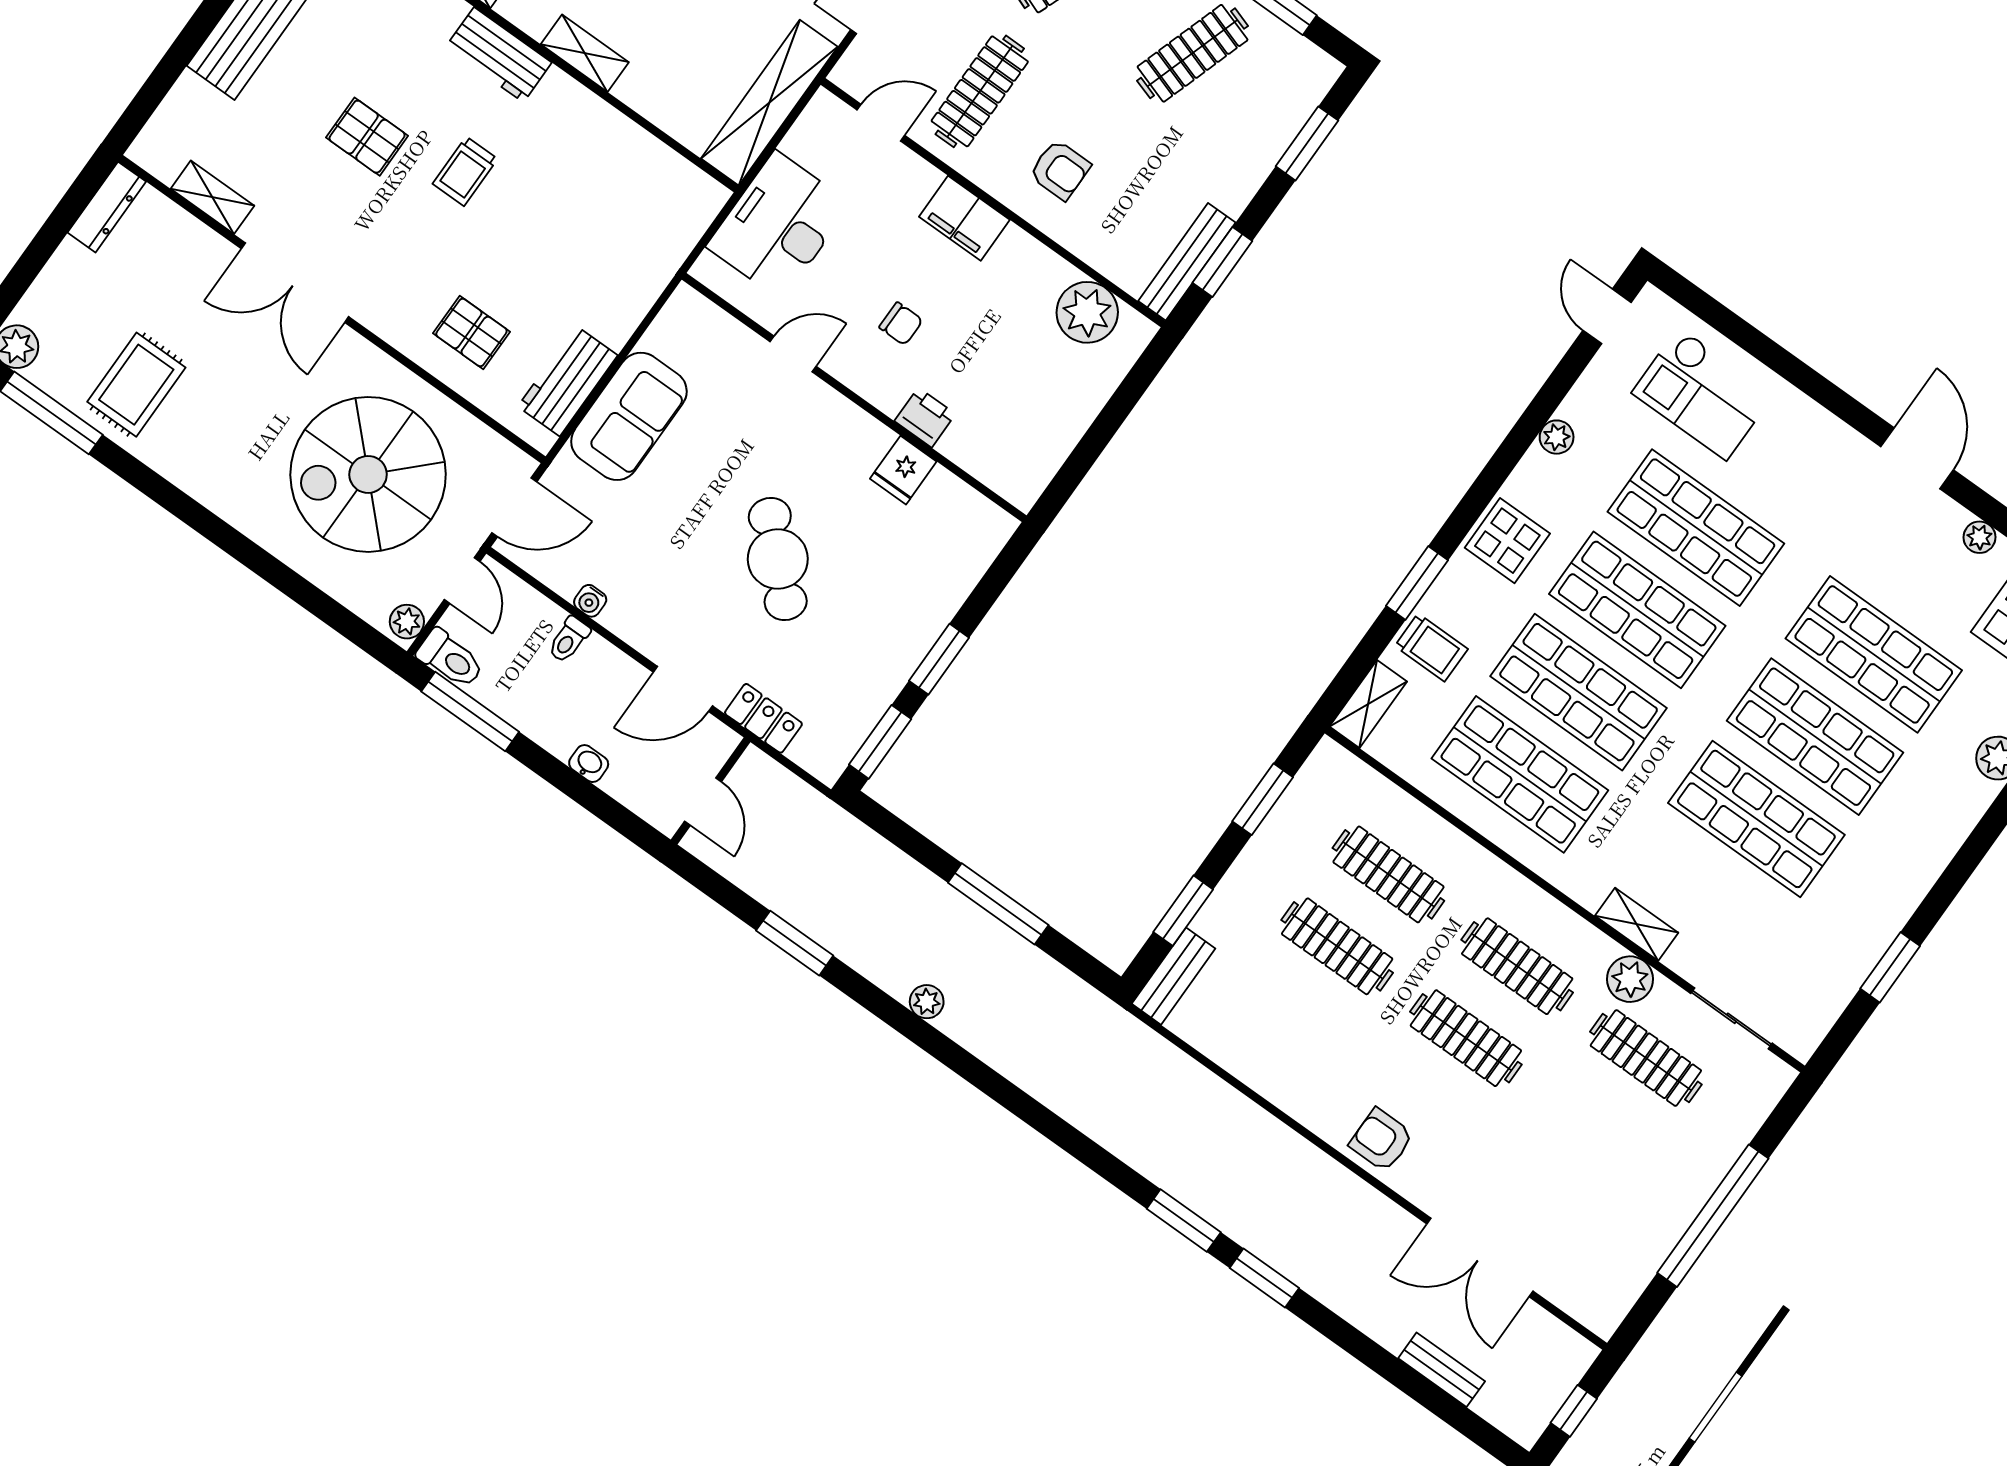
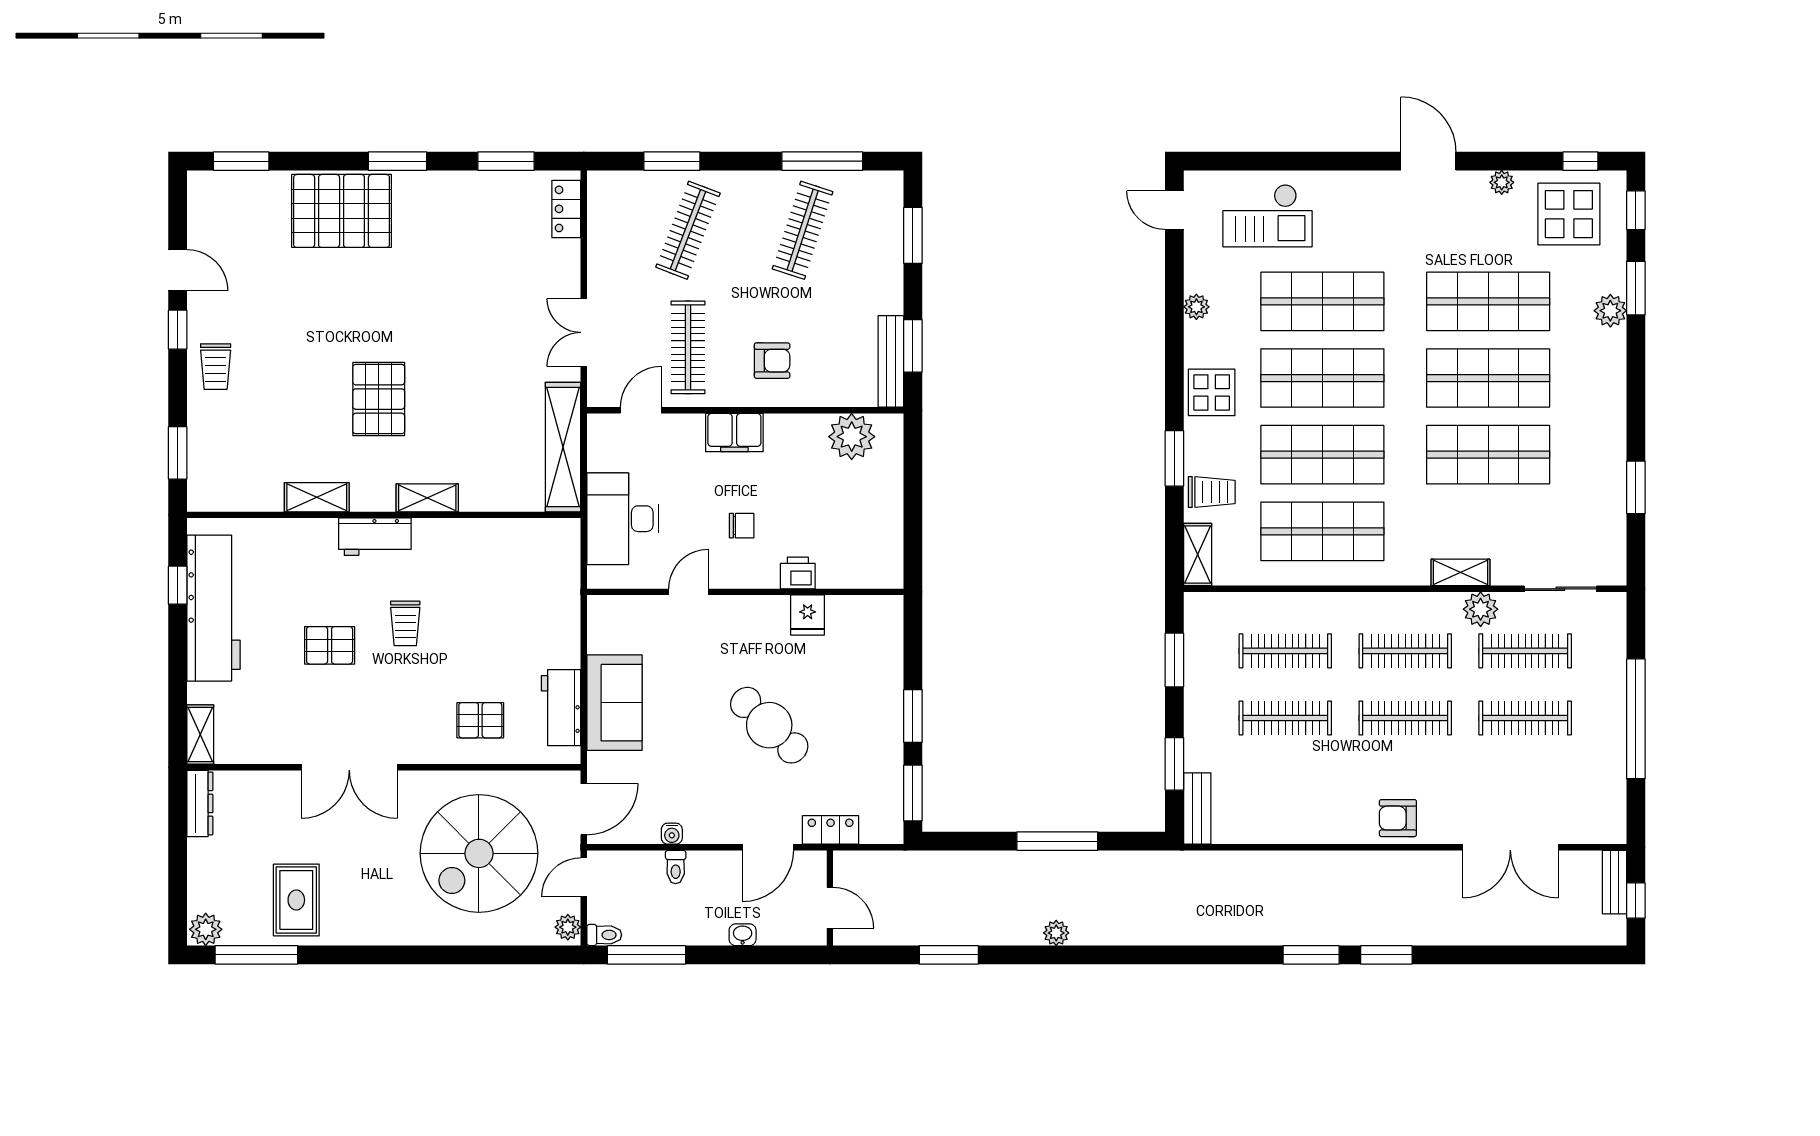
shelving: (212, 197) -> (200, 735), moved, turned 90
door: (462, 580) -> (584, 877), swing flipped
toilet: (450, 659) -> (604, 935), width x0.73, depth x0.72
clothes rail: (1595, 1130) -> (1525, 718), added
bench: (1442, 1370) -> (1615, 882), moved, turned 90

